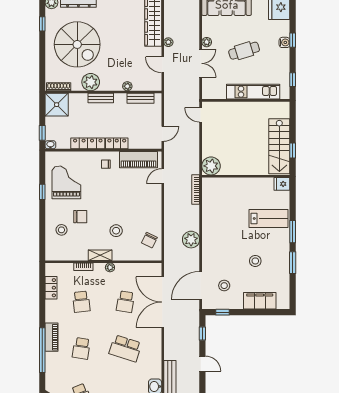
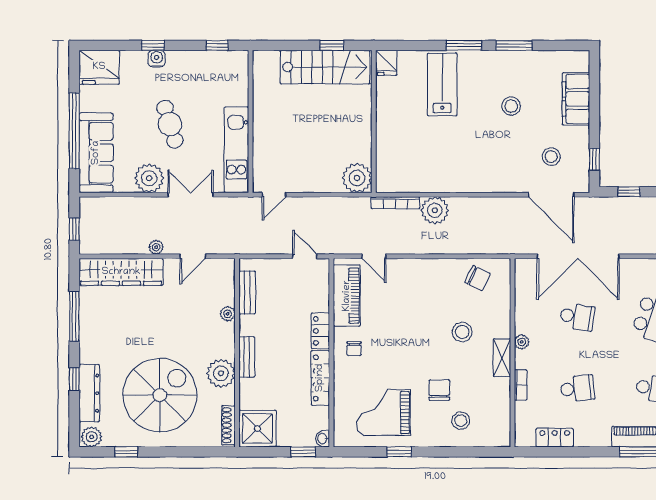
plant: (207, 42) -> (149, 178), width x1.88, depth x1.88
kitchen unit: (253, 92) -> (236, 150), moved
plant: (191, 240) -> (435, 210), moved

